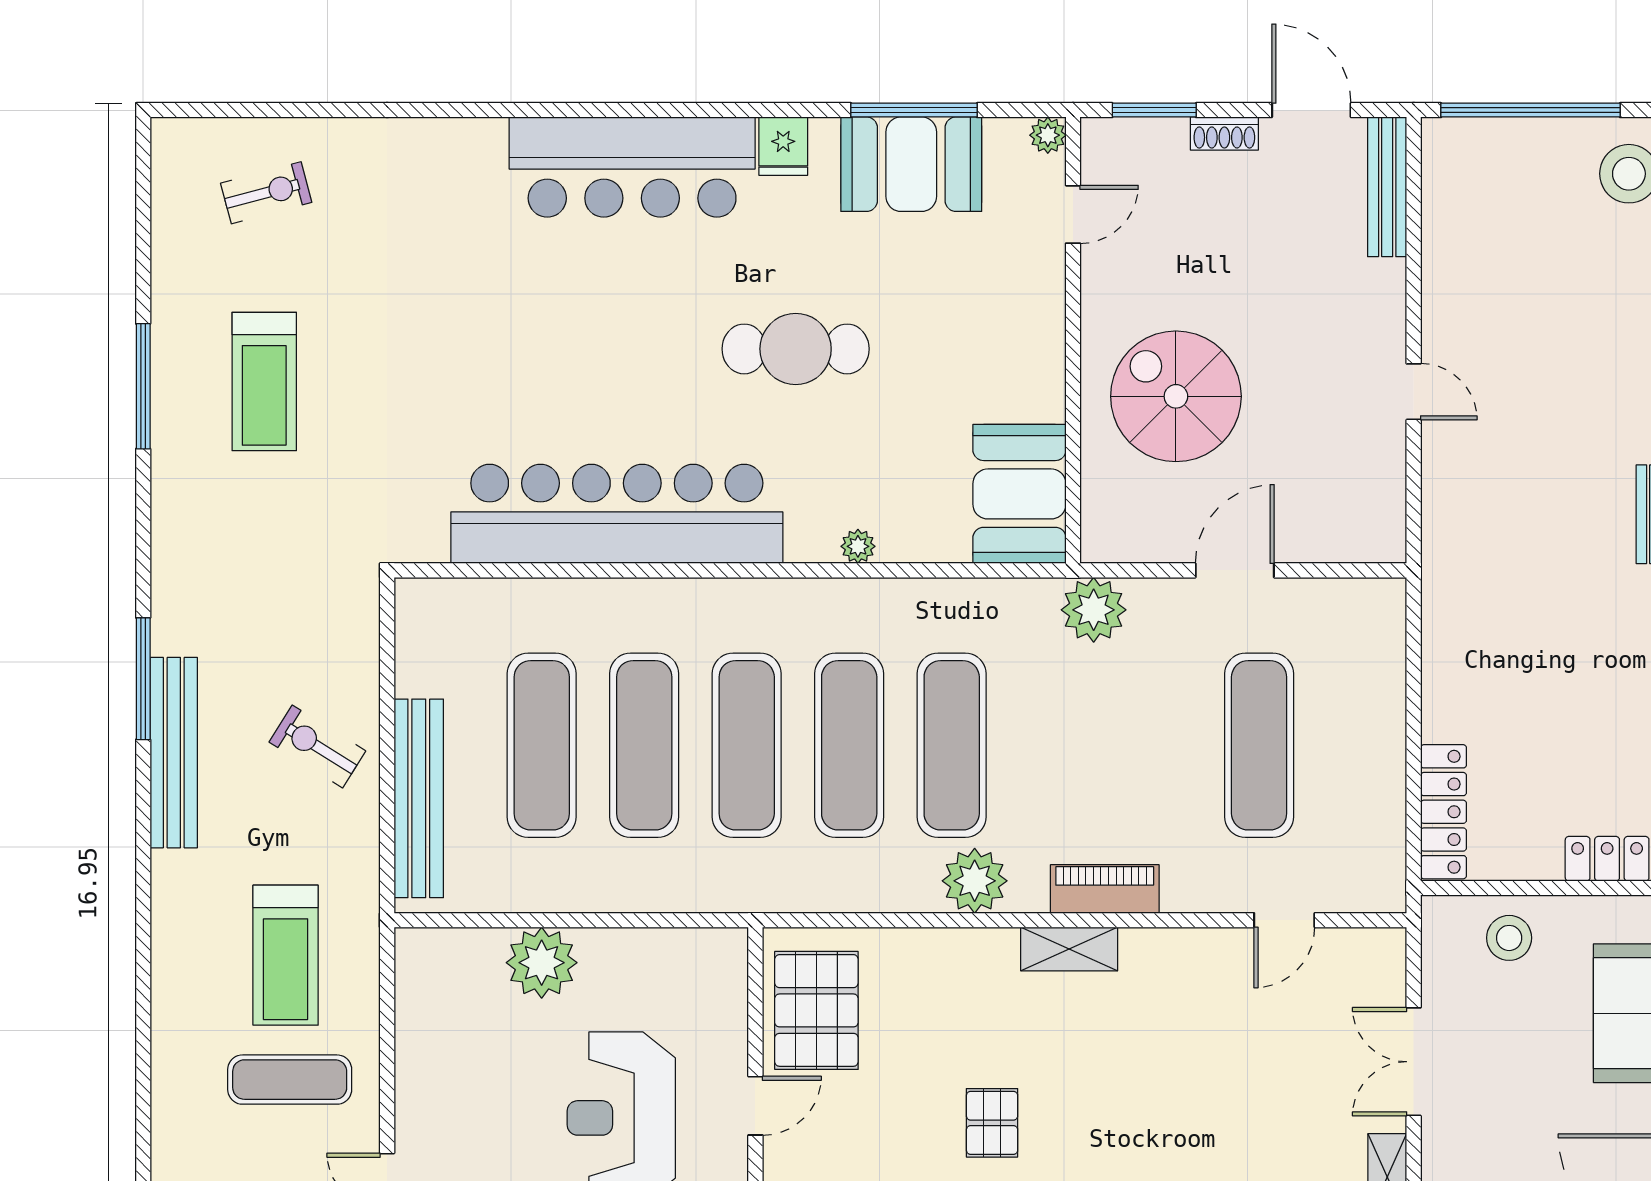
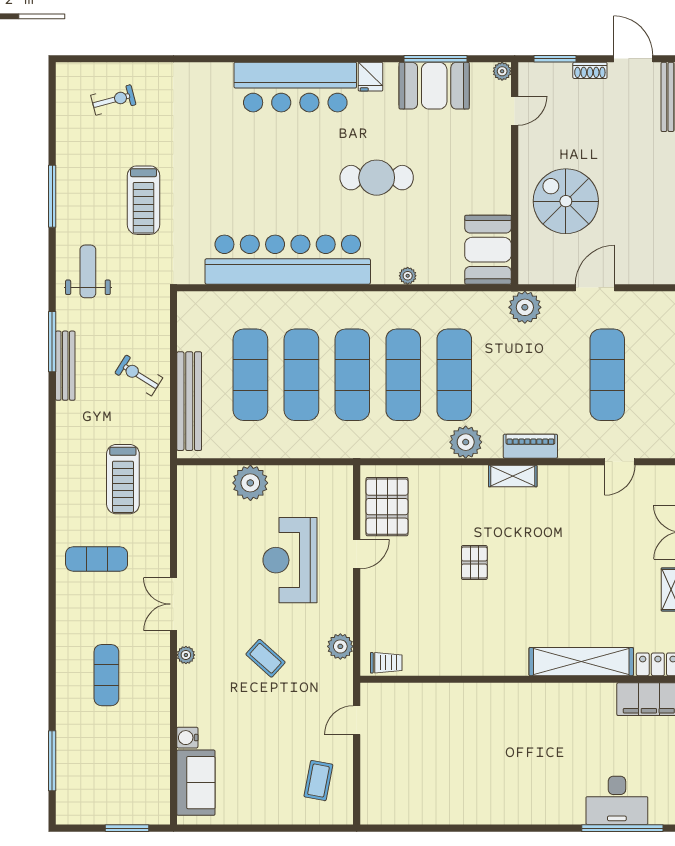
treadmill: (264, 382) -> (144, 200), moved
weight bench: (215, 538) -> (88, 271), added
bench: (174, 753) -> (65, 366), width x0.73, depth x0.82
exercise mat: (290, 1080) -> (97, 559), moved

